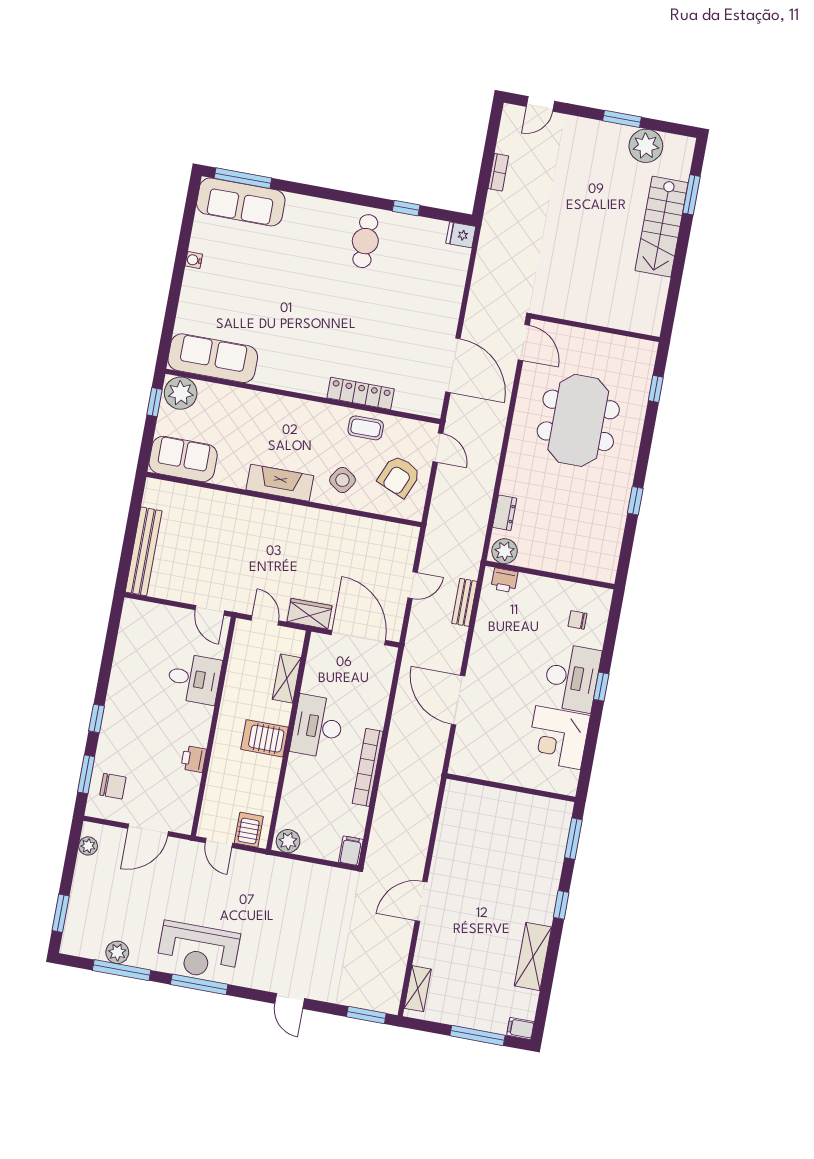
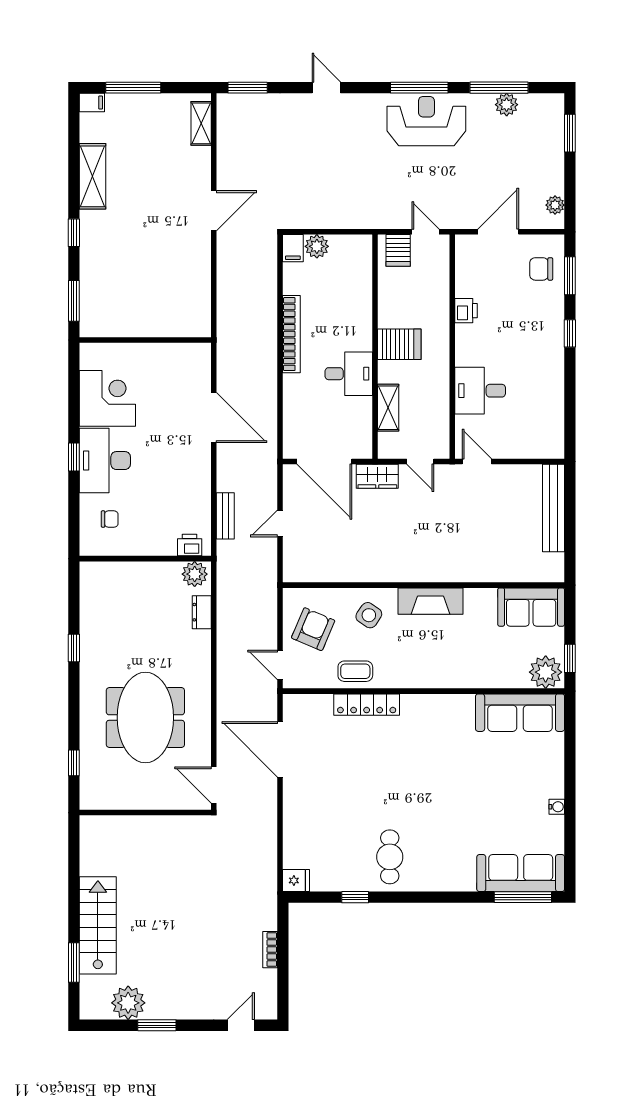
desk: (317, 727) -> (349, 374), width x0.73
plant: (288, 841) -> (317, 246), moved

